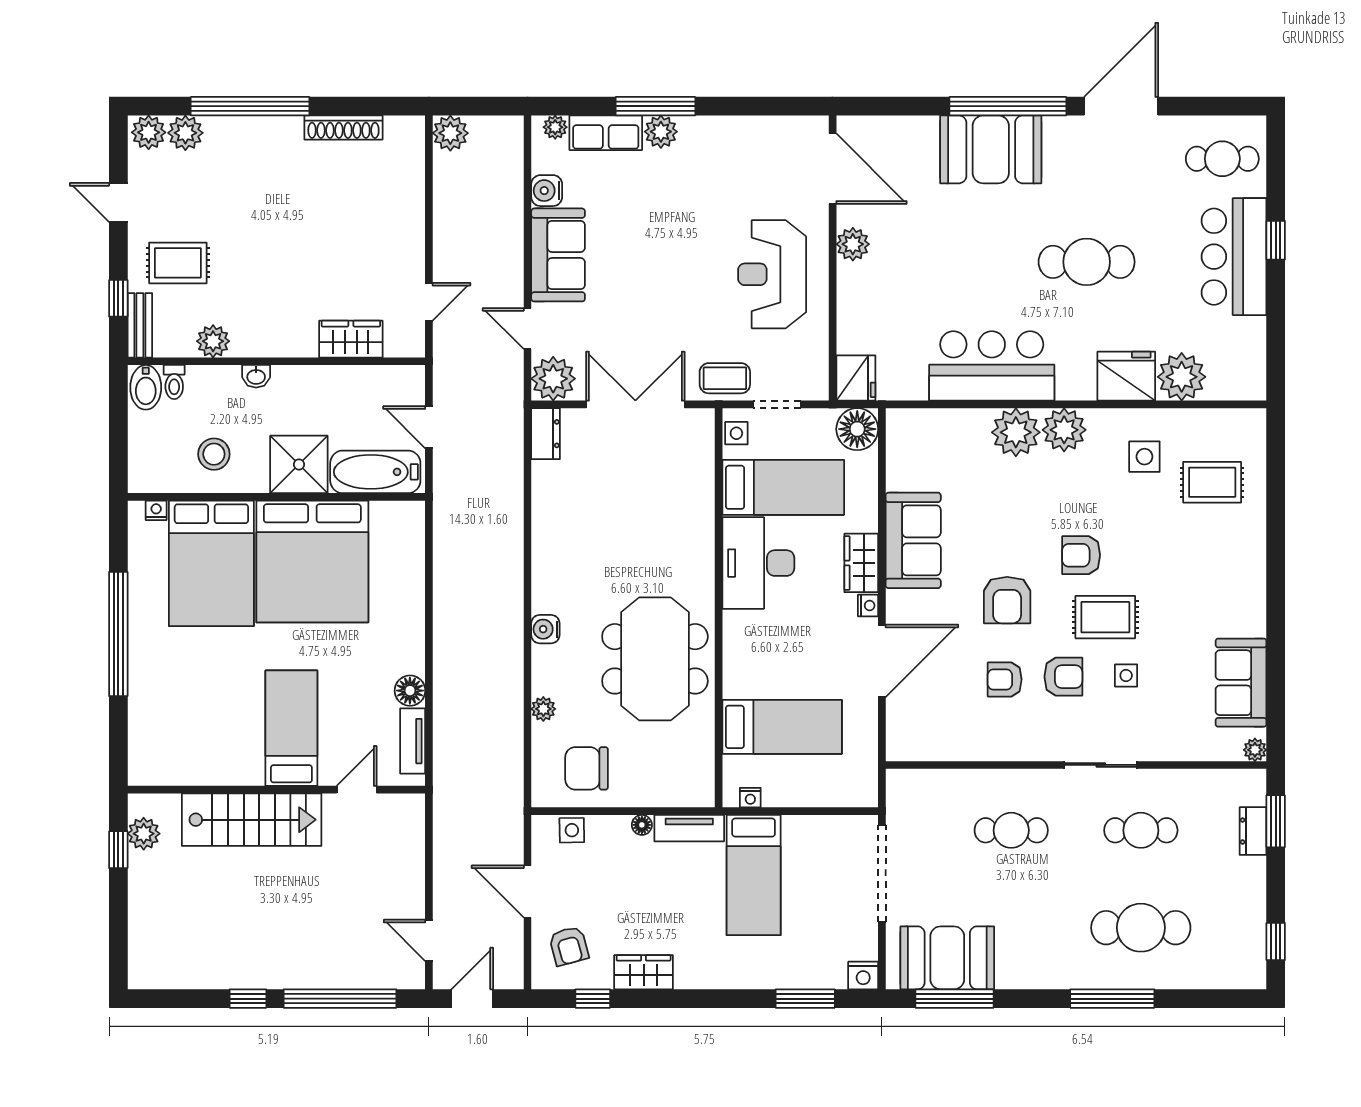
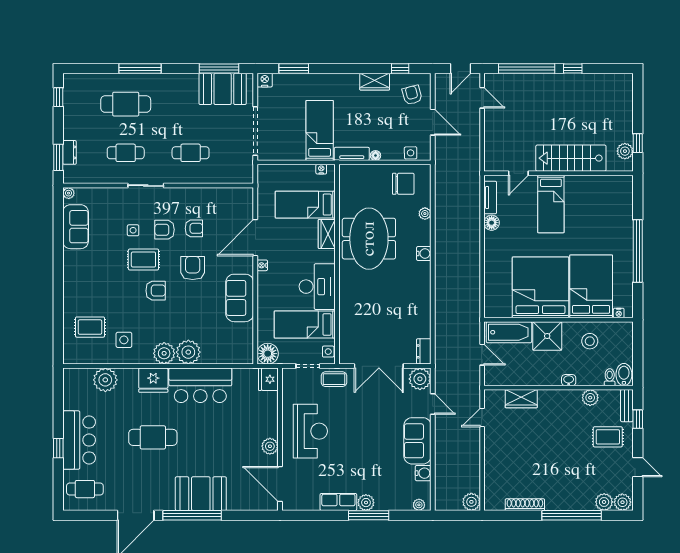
row of seats: (606, 133) -> (338, 502), moved
fridge: (1126, 376) -> (153, 380), moved
wardrobe: (861, 563) -> (327, 234), moved, turned 180

